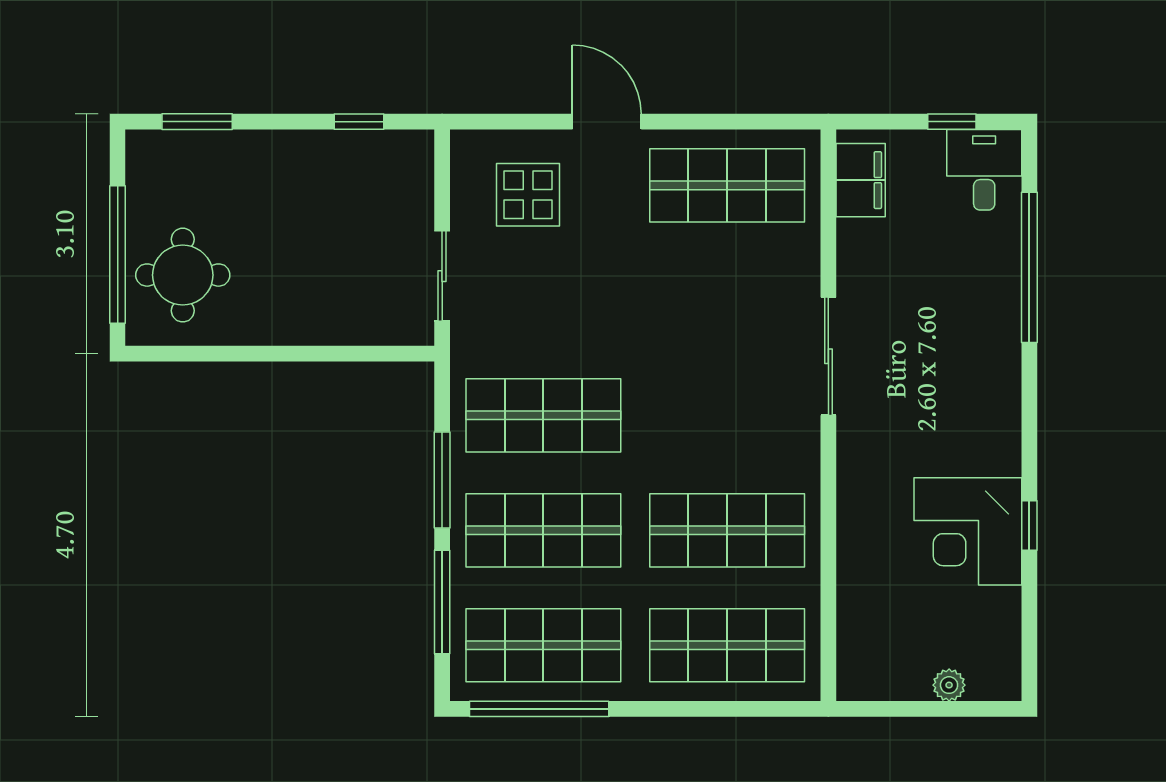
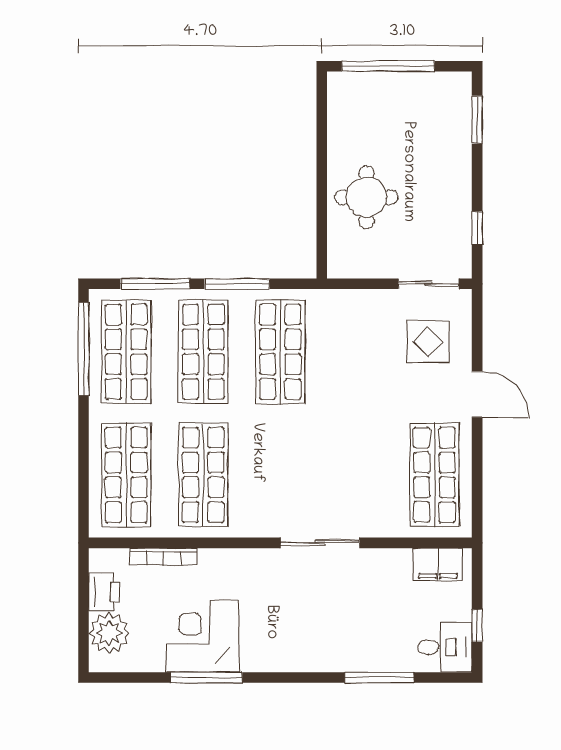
door: (607, 122) -> (477, 394), hinge flipped
window: (1029, 267) -> (379, 678), width x0.68
round table: (183, 275) -> (366, 197), moved
sliding door: (442, 276) -> (429, 284), moved
window: (1029, 526) -> (206, 678), width x2.17
bookcase: (849, 590) -> (163, 557), added
printer: (902, 678) -> (104, 592), added
plant: (949, 685) -> (109, 633), width x1.87, depth x1.87

